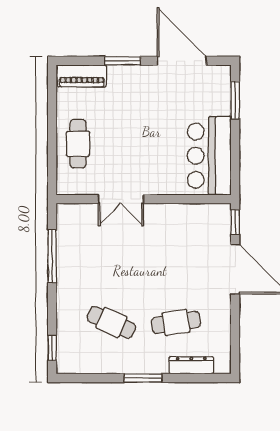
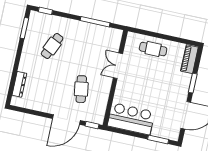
cafe table: (176, 322) -> (81, 89), moved
window: (143, 378) -> (24, 28), moved

